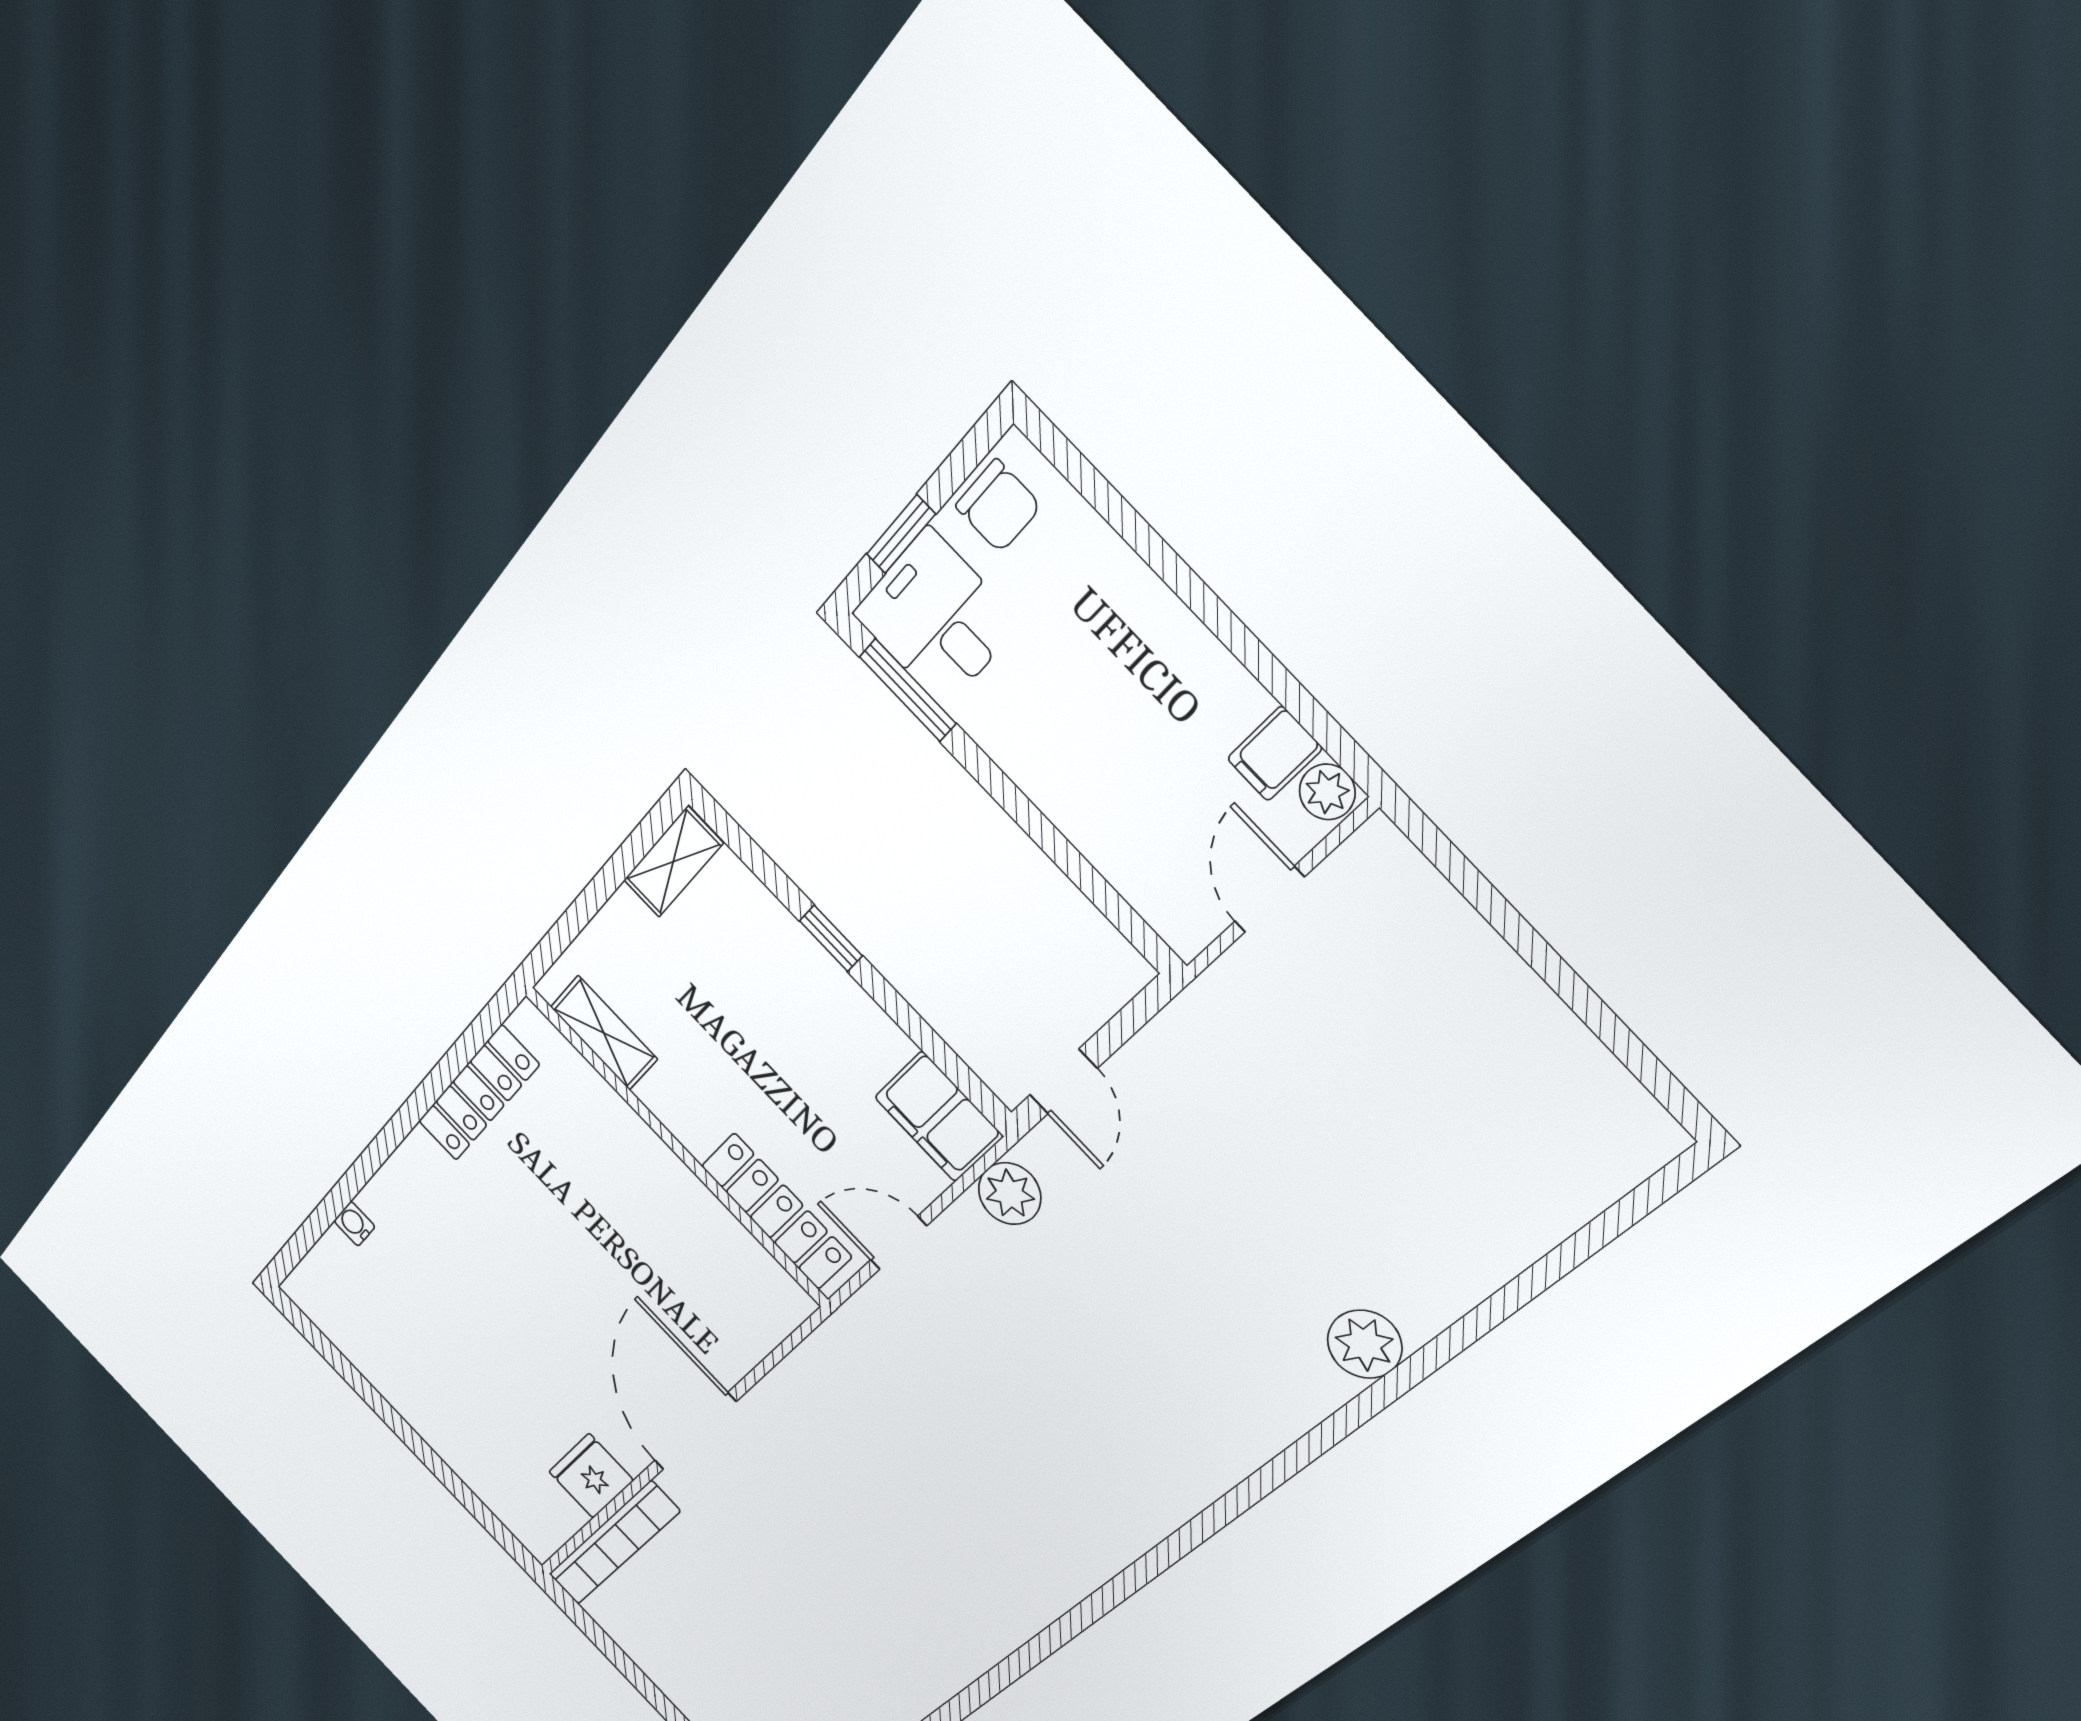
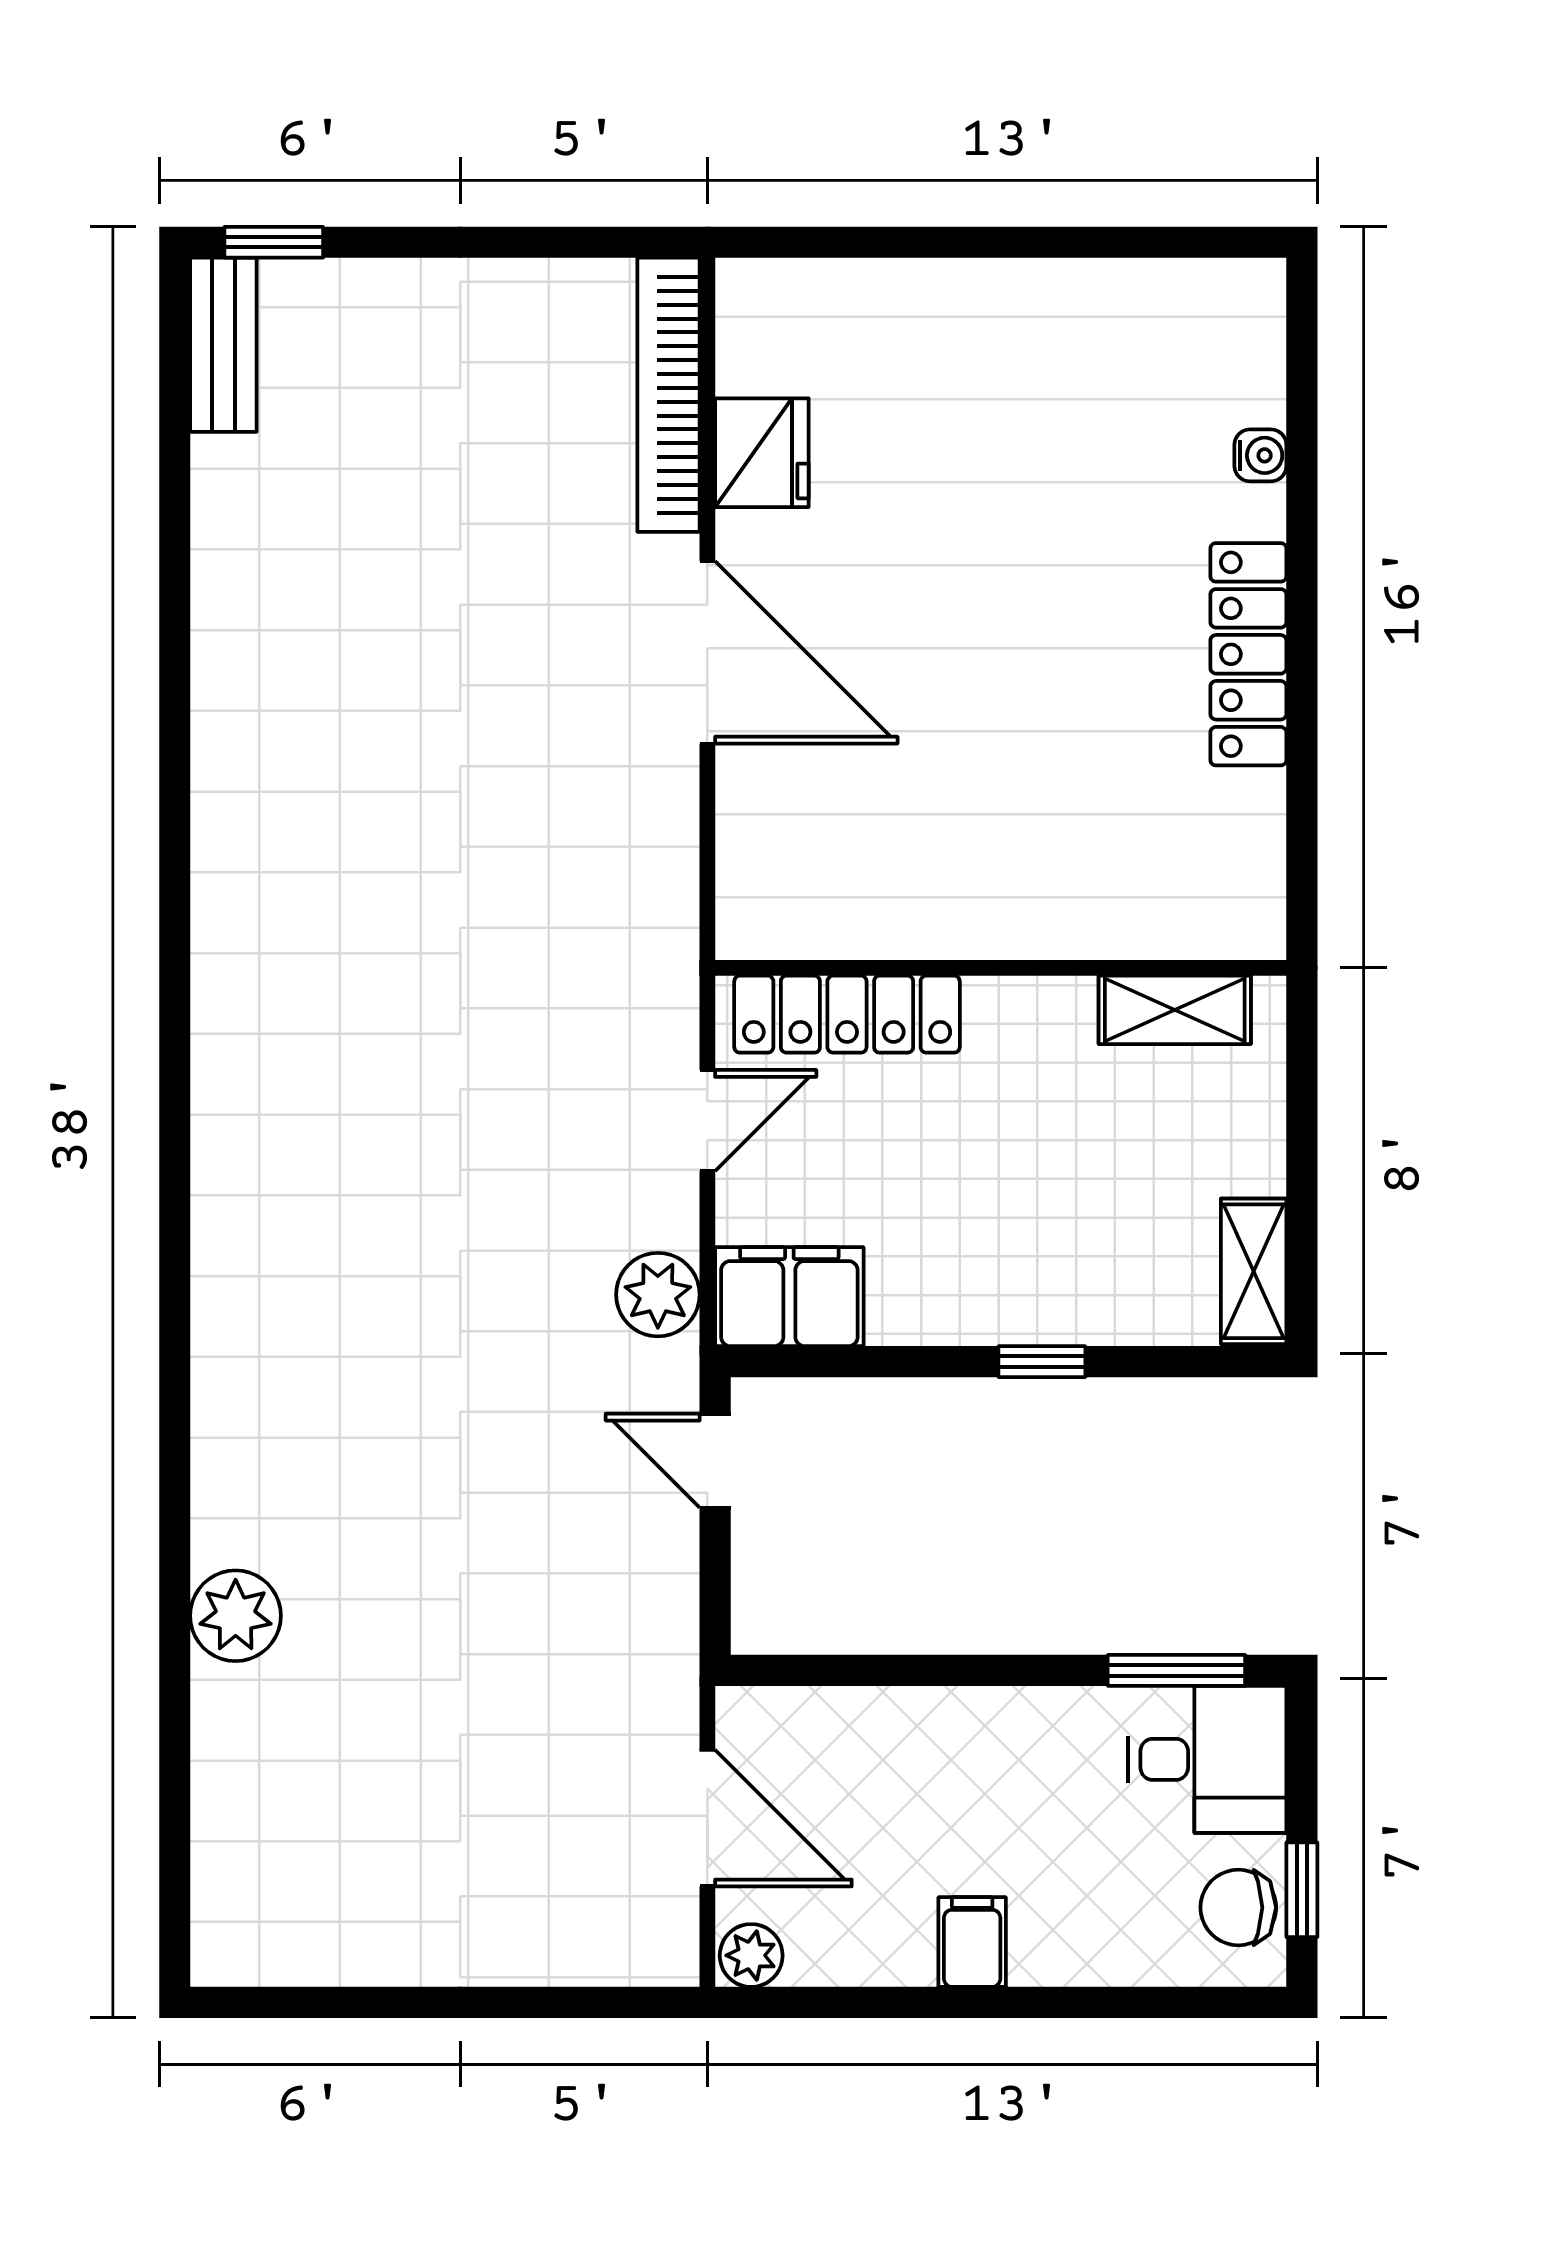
window: (901, 534) -> (1302, 1890), moved
filing cabinet: (1275, 754) -> (972, 1942), moved
door: (1269, 899) -> (707, 1818), width x1.38
locker: (478, 1093) -> (1248, 654), moved
plant: (1365, 1344) -> (236, 1616), moved

